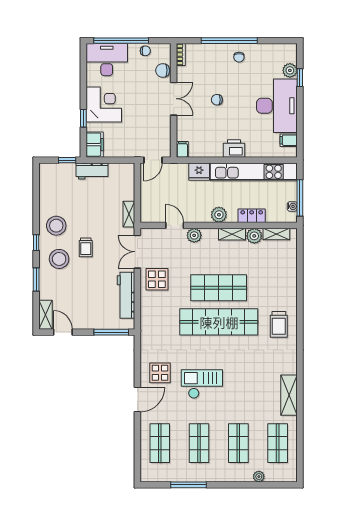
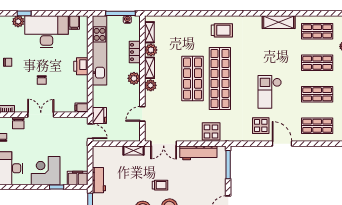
fridge: (199, 172) -> (99, 116), moved
plant: (194, 235) -> (151, 85), moved
display table: (157, 279) -> (211, 131), moved

